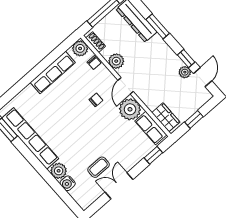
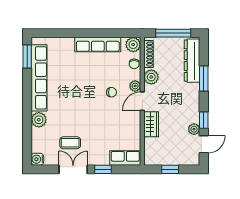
shoe rack: (96, 42) -> (149, 54), width x1.43
plant: (130, 109) -> (135, 86), moved, width x0.53, depth x0.53
wardrobe: (166, 117) -> (151, 124), moved
row of seats: (151, 128) -> (125, 158), moved, turned 90
window: (153, 155) -> (103, 169), moved
water cooler: (68, 183) -> (37, 159), moved

